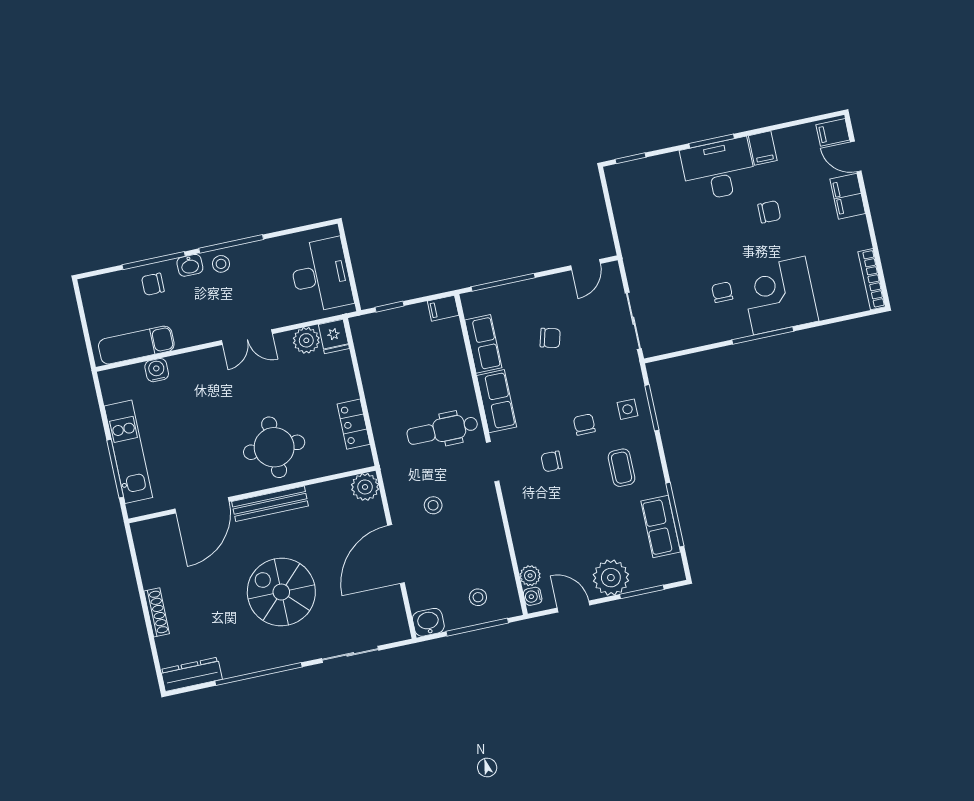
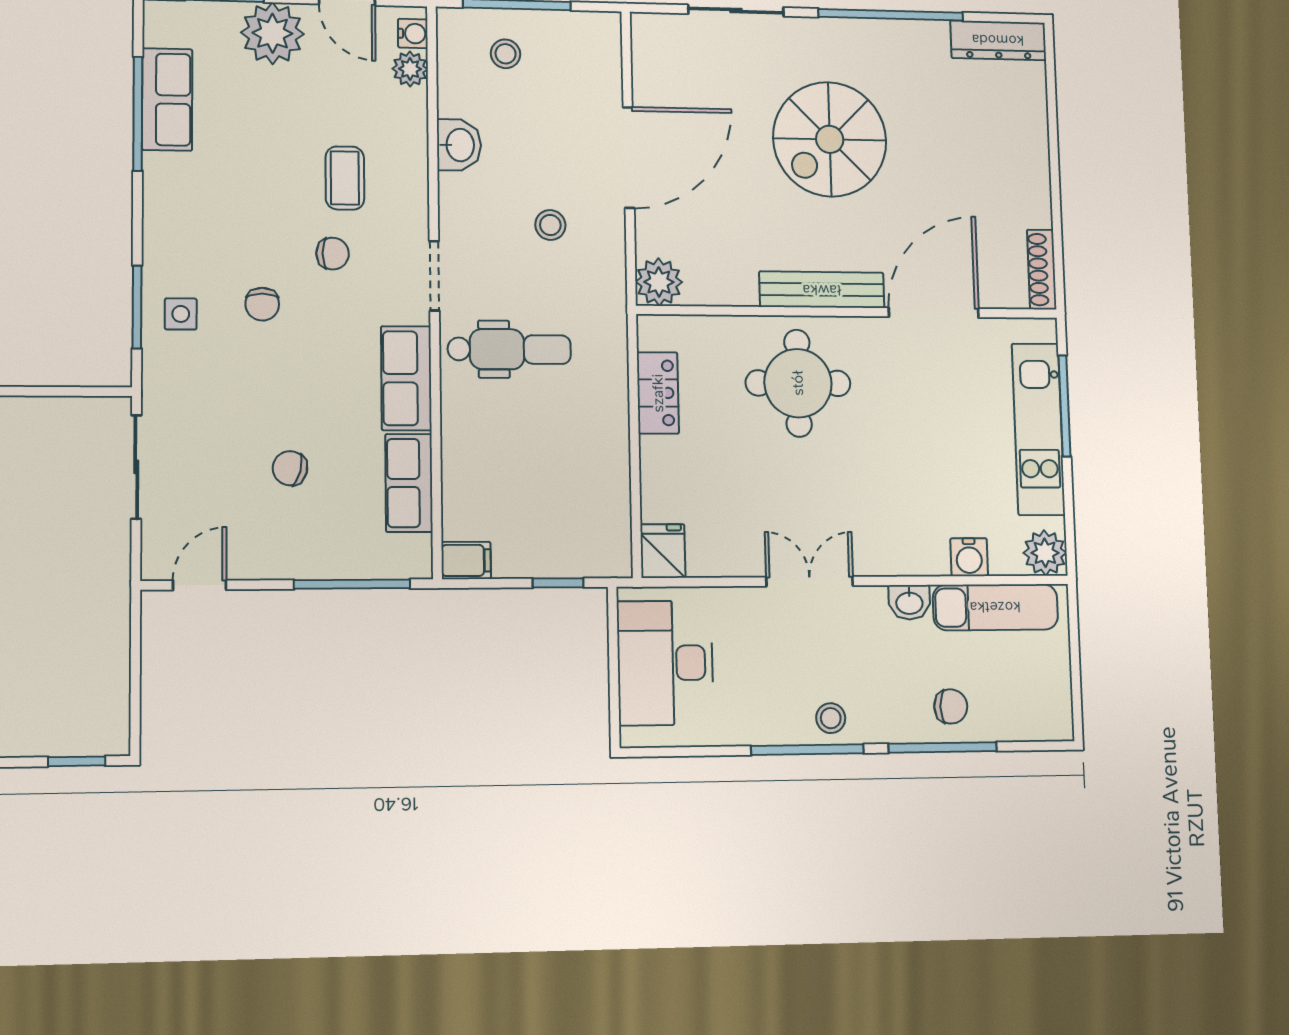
washbasin: (190, 265) -> (909, 602), moved, turned 180
plant: (306, 340) -> (1045, 553), moved
coffee table: (622, 468) -> (345, 178), moved
spiral stairs: (281, 592) -> (830, 139), turned 90
shoe rack: (157, 612) -> (1042, 270), moved
washbasin: (428, 622) -> (459, 145), moved, turned -90

